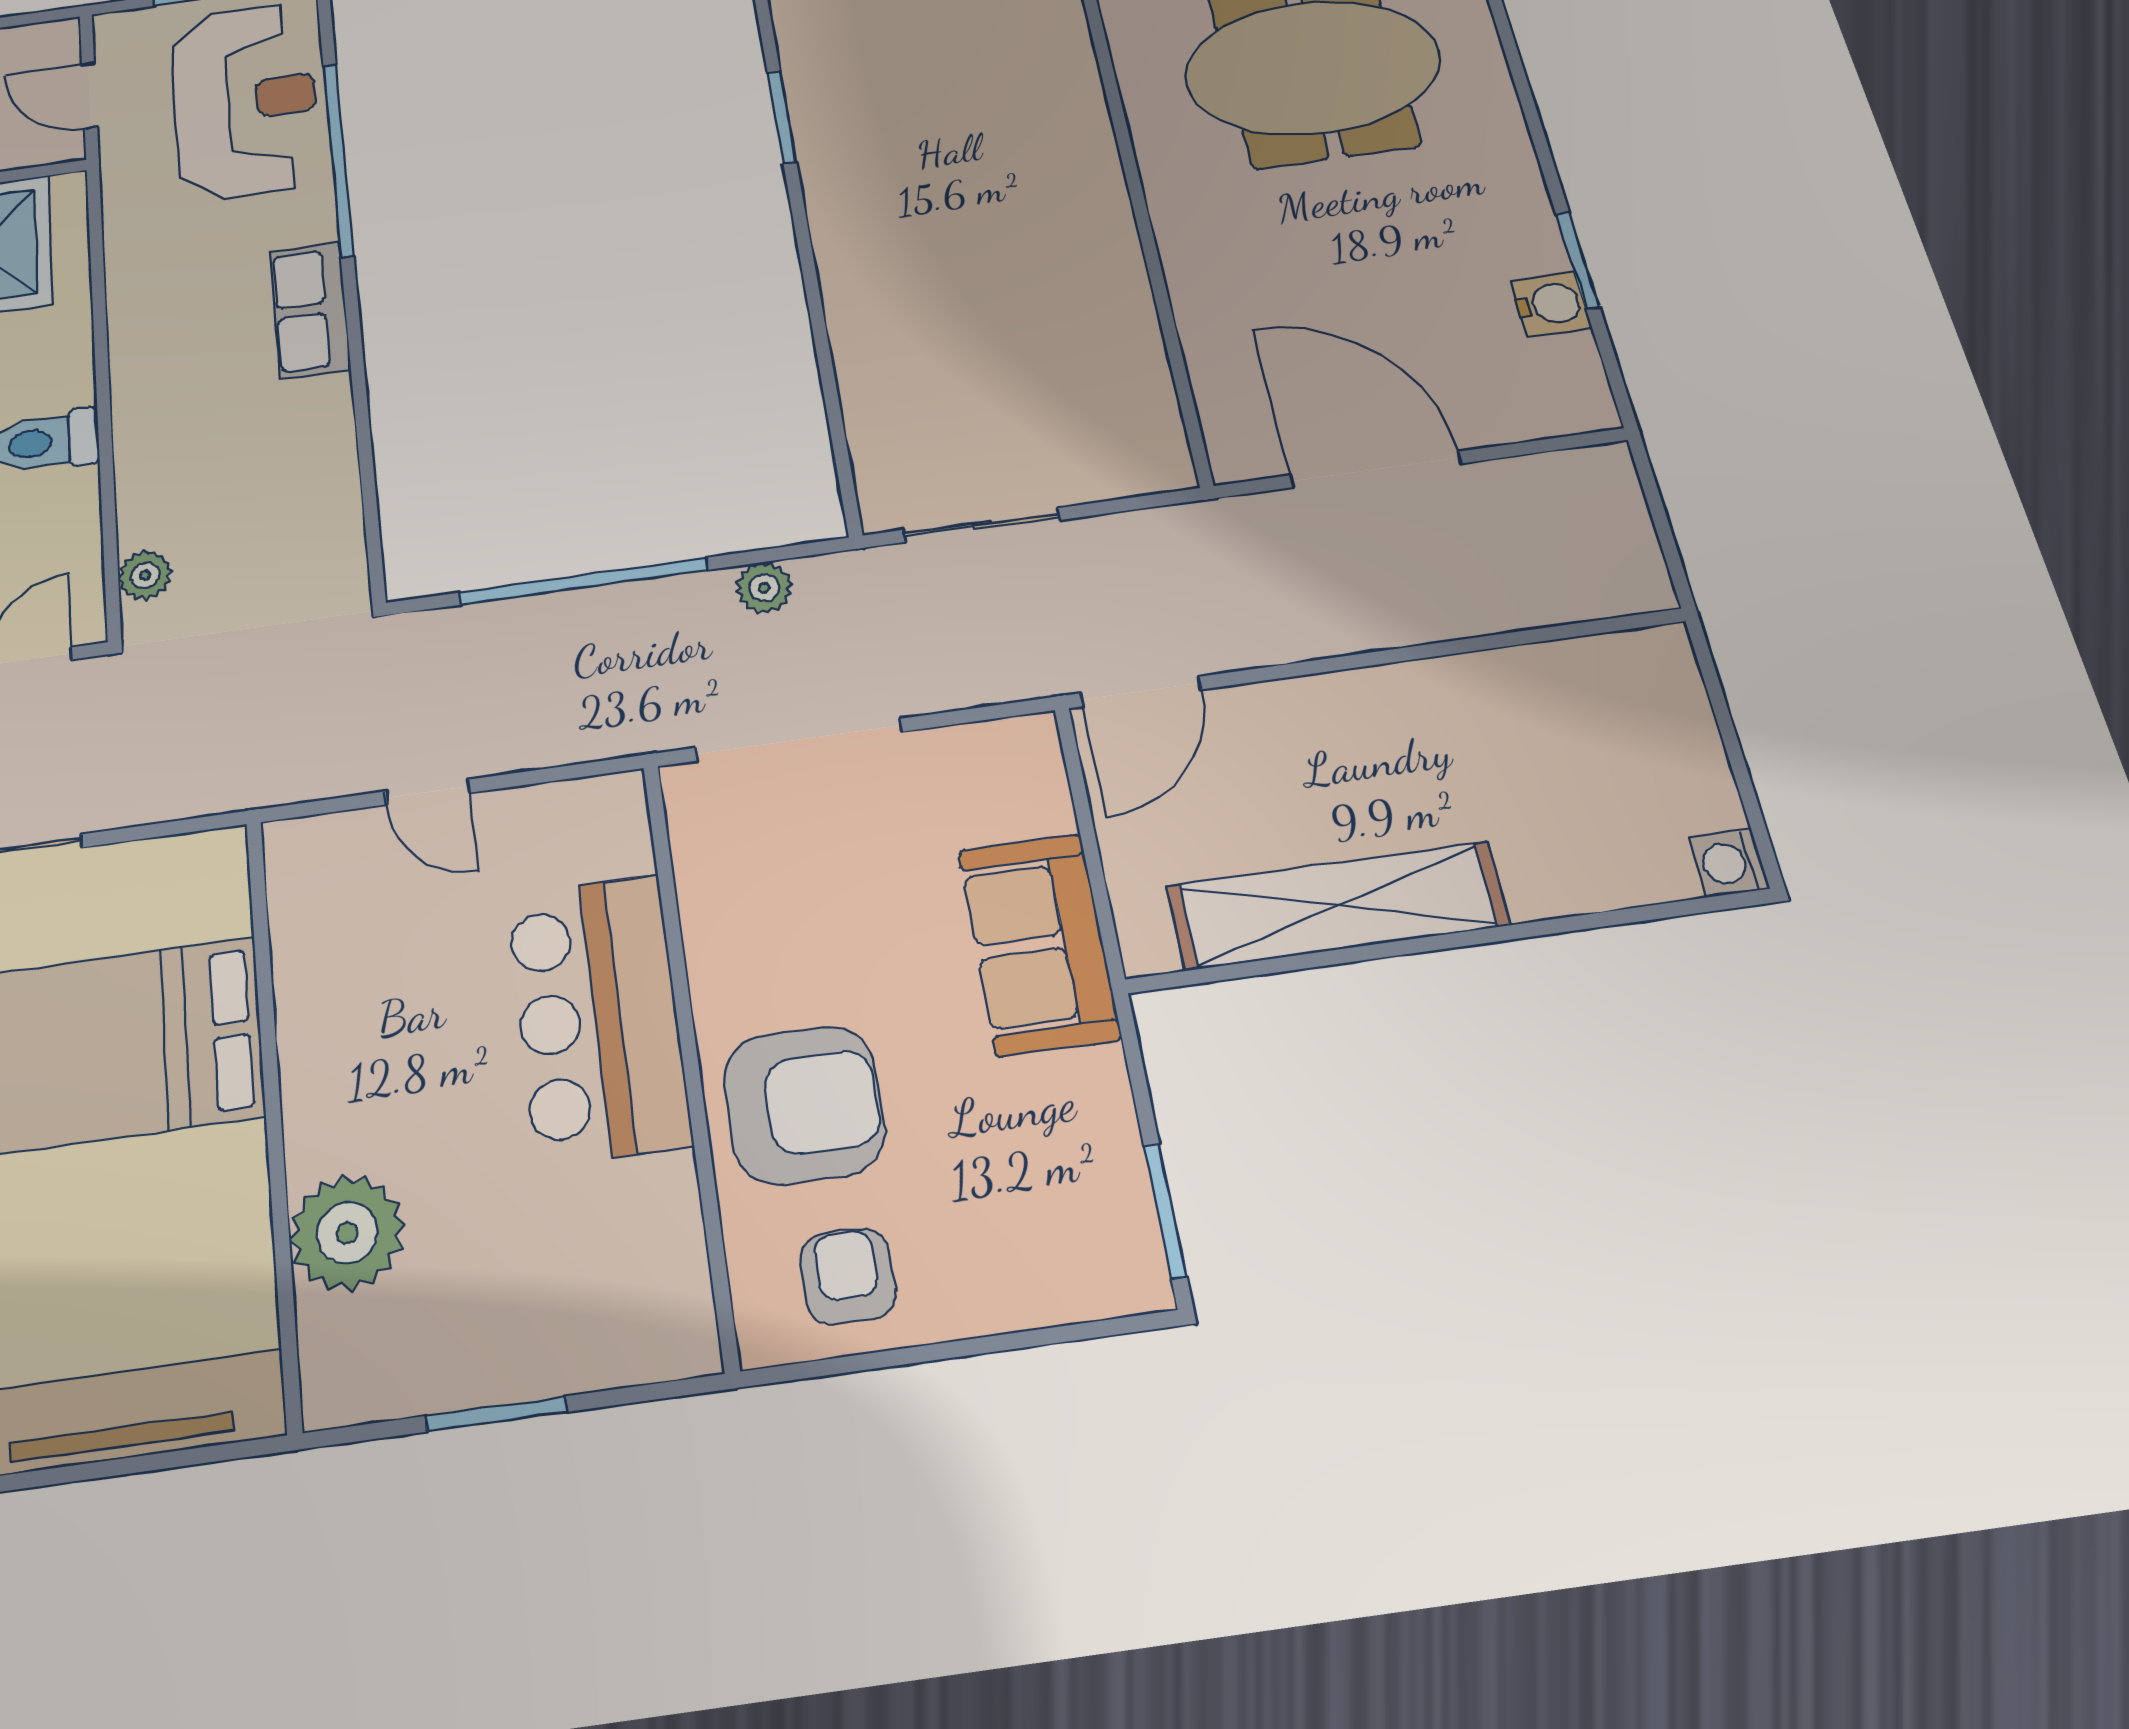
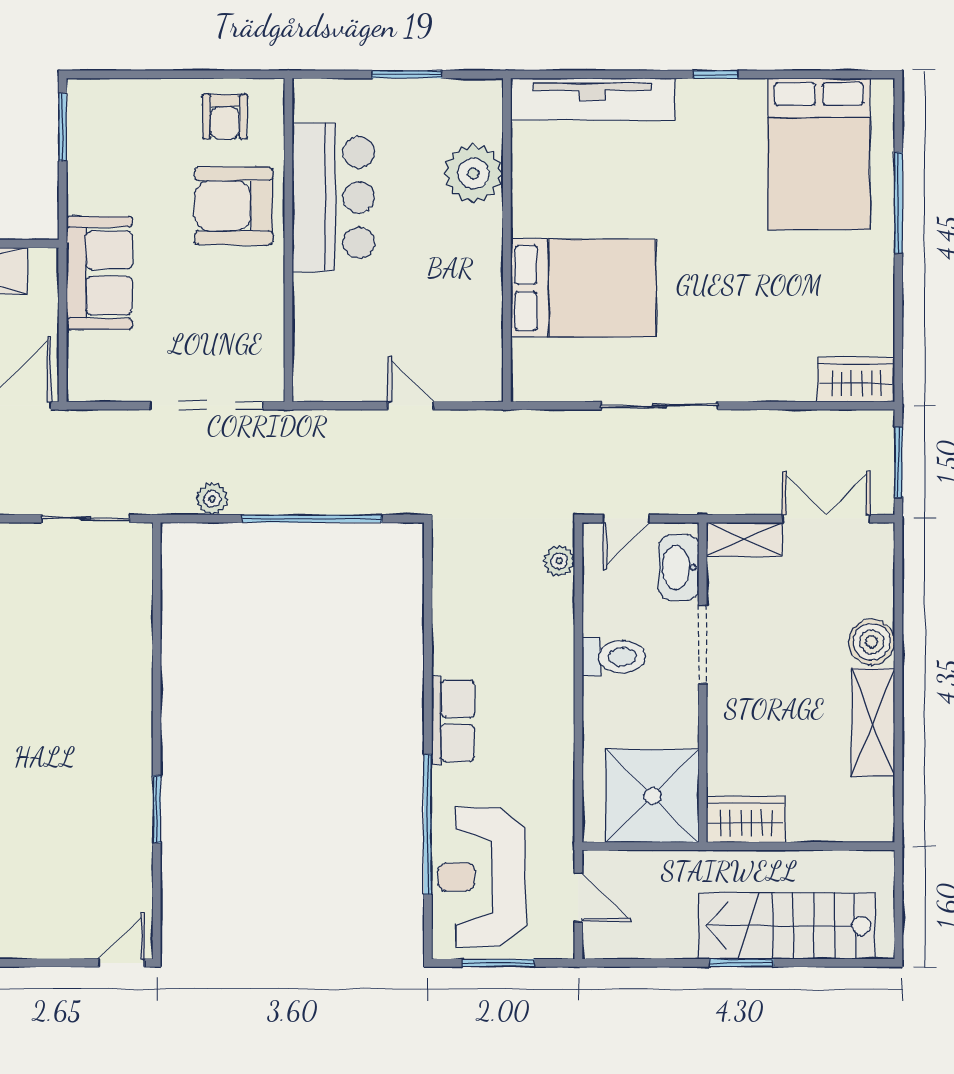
bar counter: (598, 1018) -> (333, 197), moved

